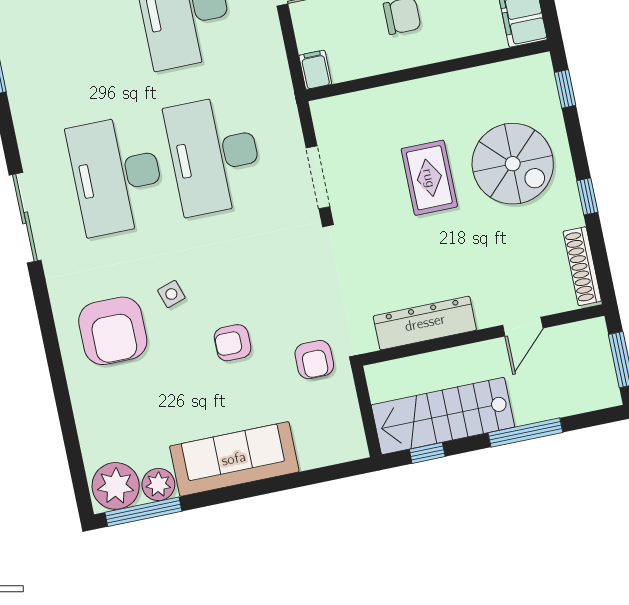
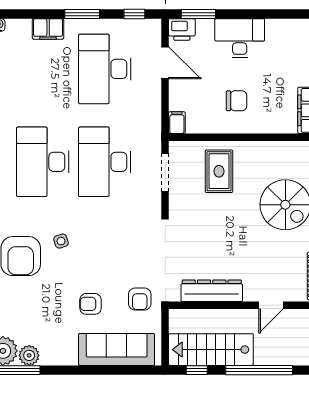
doorway: (318, 177) -> (165, 172), moved
rug: (429, 178) -> (219, 171), moved
armchair: (233, 343) -> (91, 304), moved
window: (525, 433) -> (259, 370), width x1.46
sofa: (234, 459) -> (117, 349), moved

